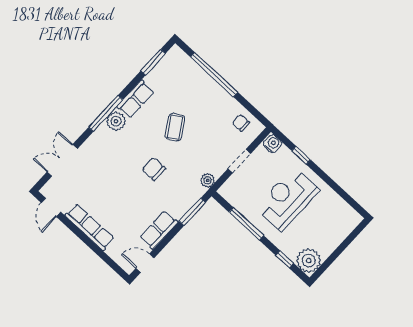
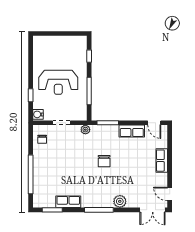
row of seats: (135, 99) -> (68, 202), moved
plant: (116, 121) -> (120, 201), moved
coffee table: (175, 127) -> (74, 170), removed
double door: (62, 160) -> (153, 210), moved
door: (51, 207) -> (170, 194), swing flipped
row of seats: (90, 227) -> (162, 161), width x0.68
plant: (309, 261) -> (79, 44), removed

